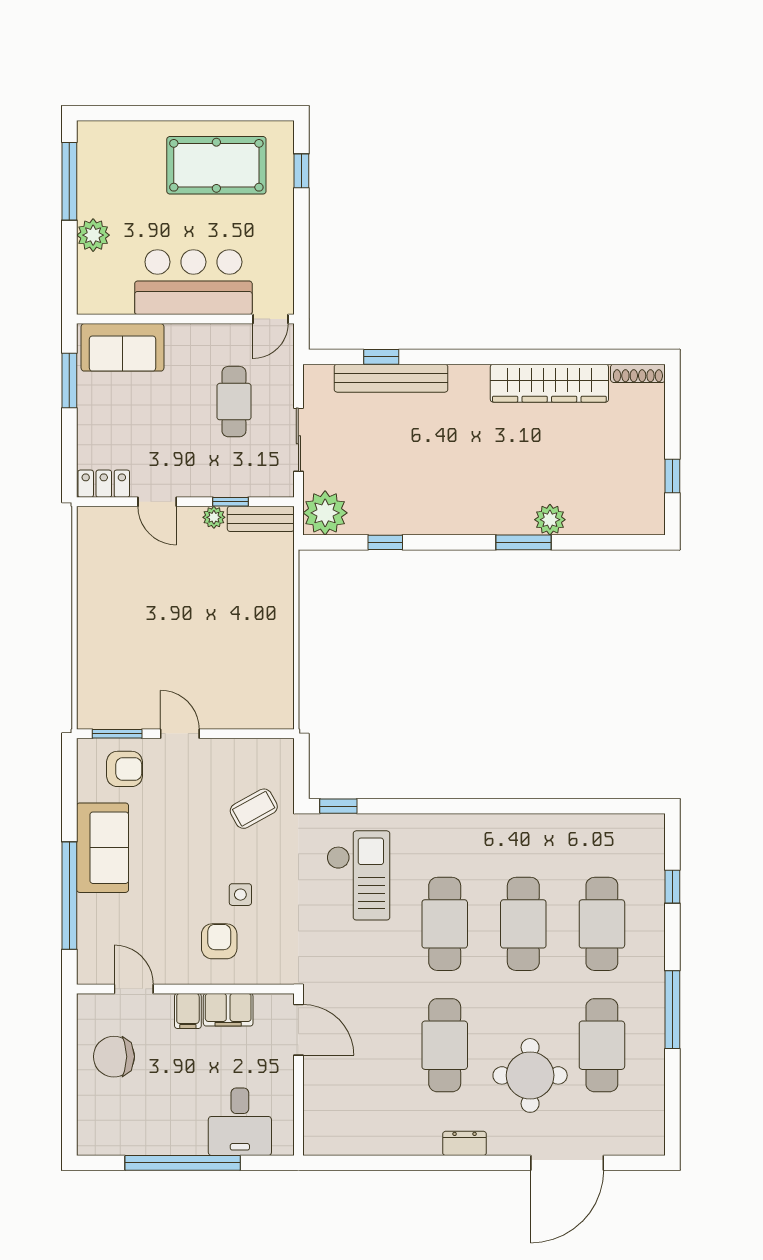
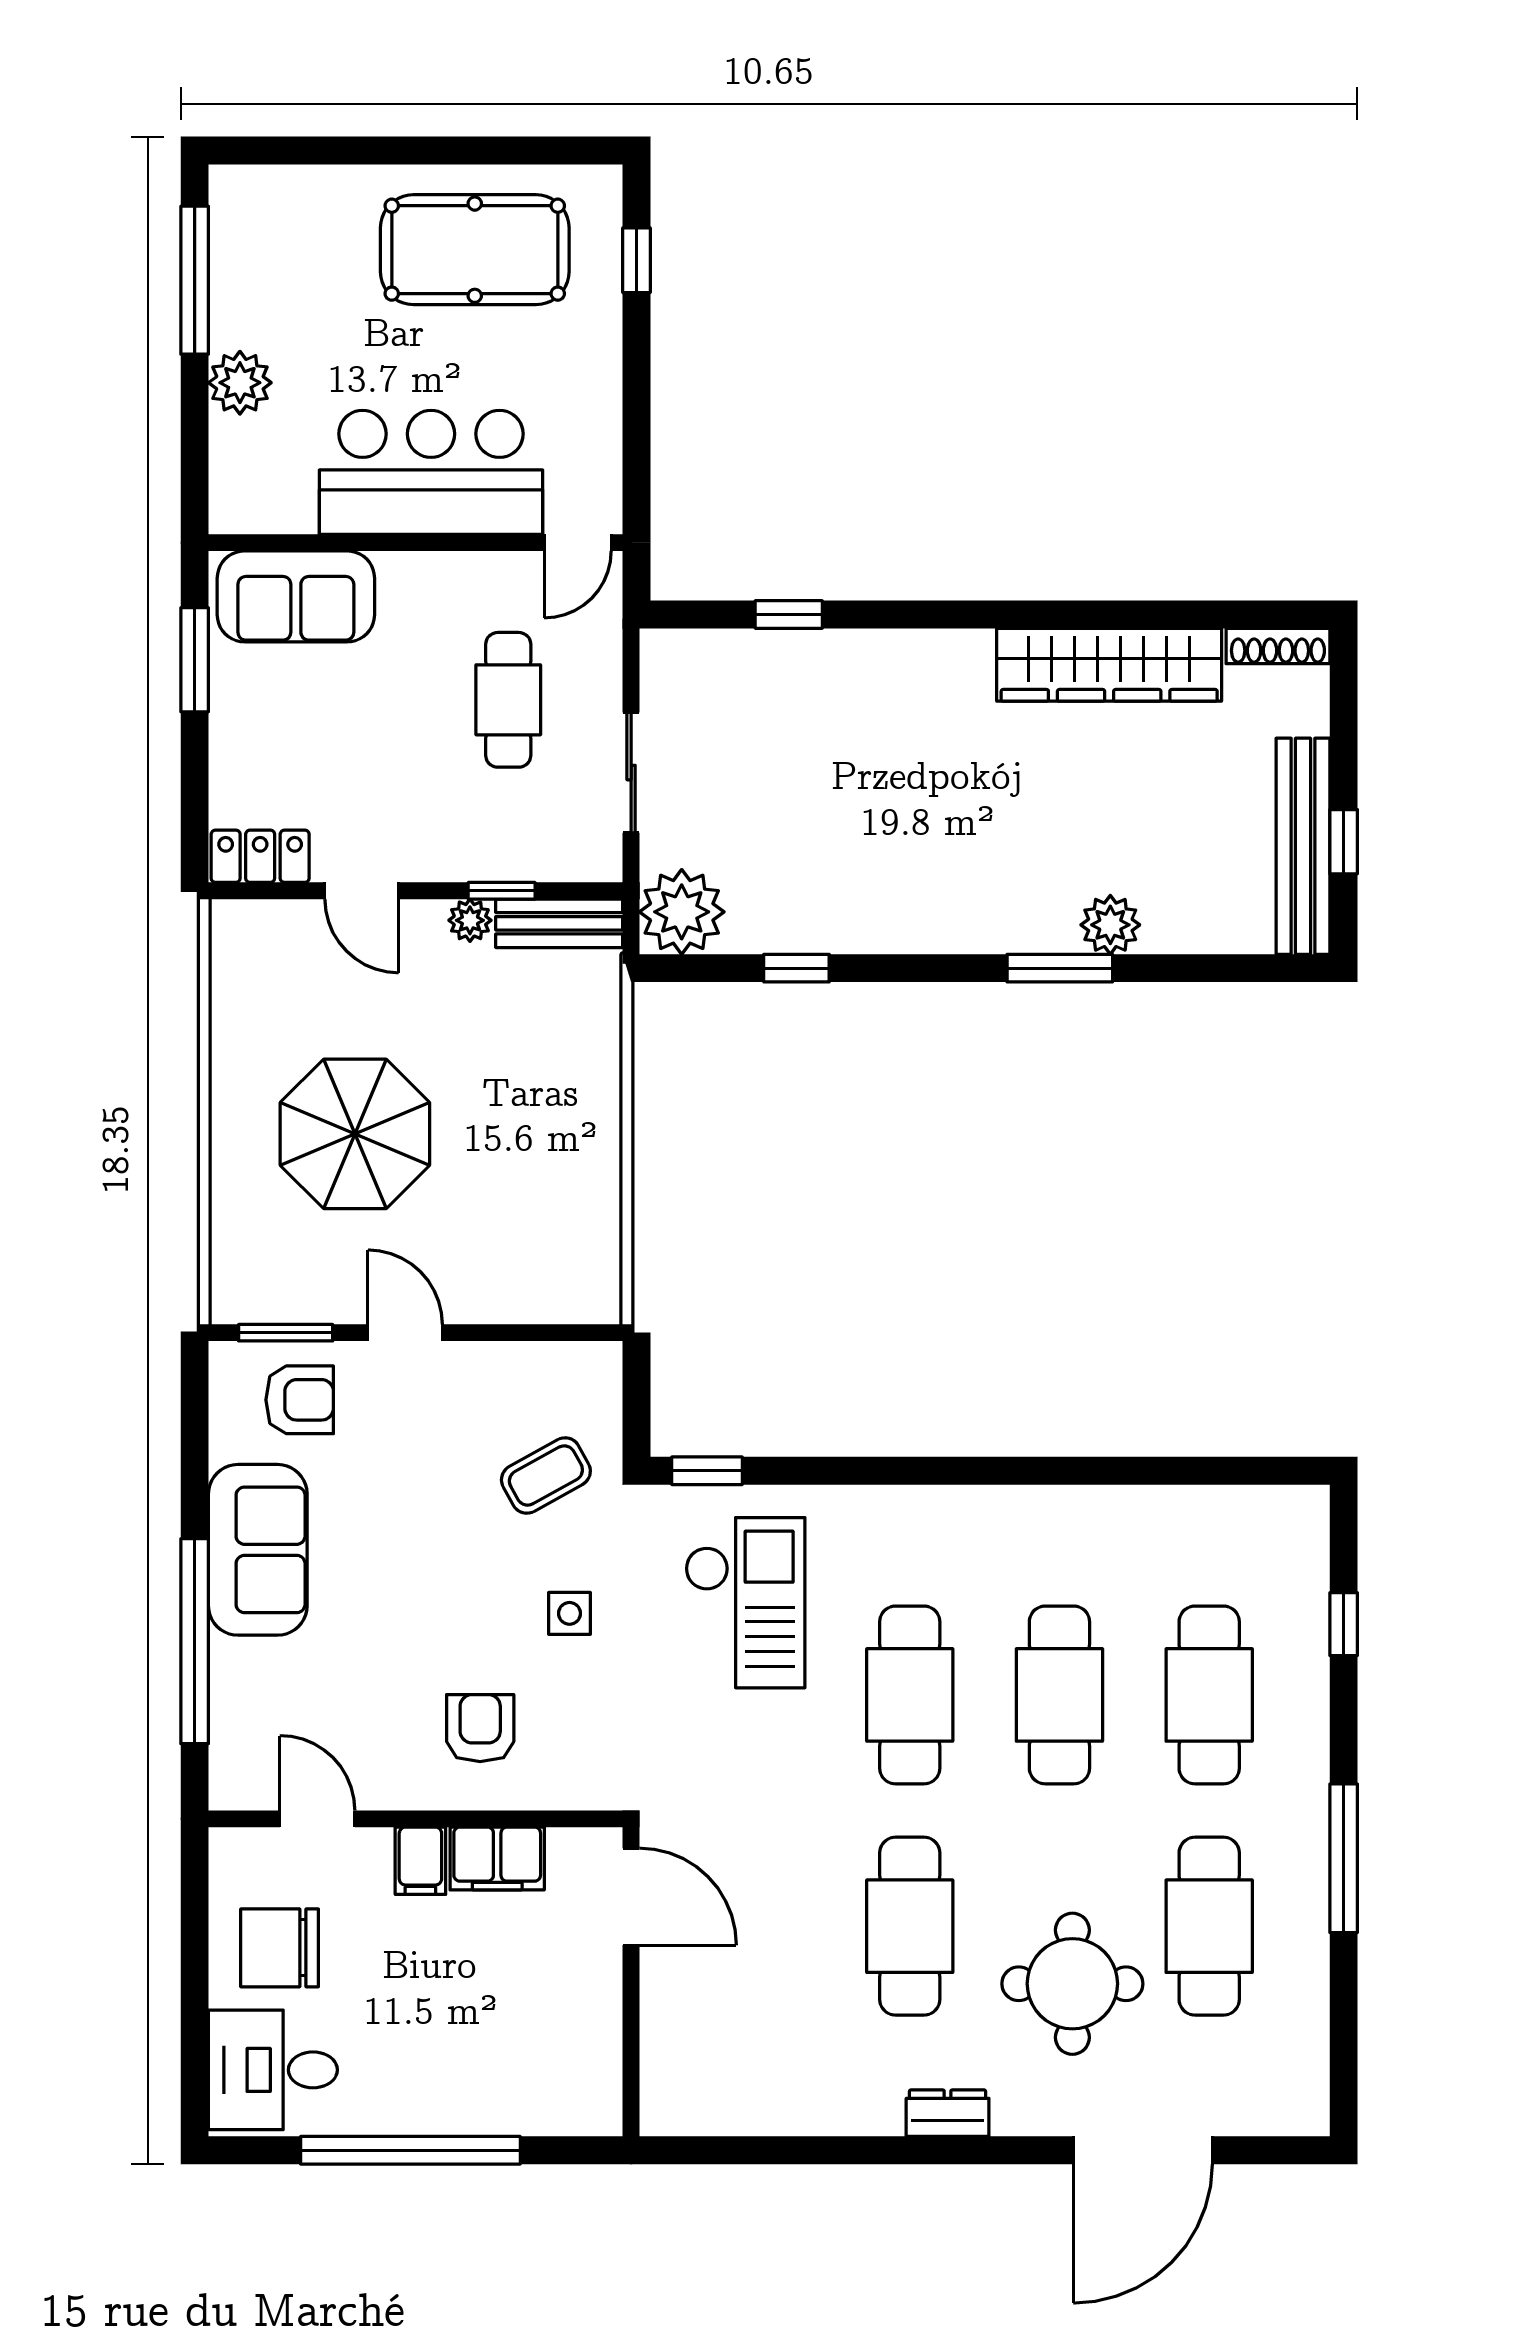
bench: (391, 378) -> (1303, 846), moved, turned 90
parasol: (153, 629) -> (355, 1134), added
side table: (240, 895) -> (570, 1613), moved
desk: (240, 1122) -> (273, 2070), moved, turned 90

